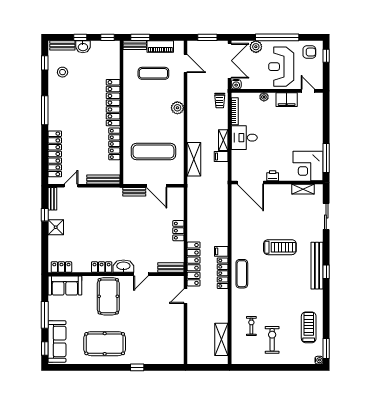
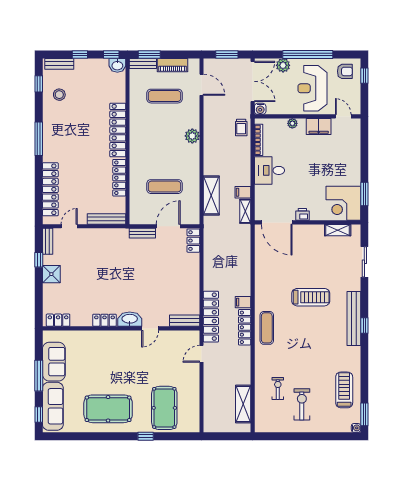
washbasin: (83, 47) -> (117, 65), moved
shelving: (223, 140) -> (245, 211), moved
exercise mat: (153, 152) -> (165, 187), width x0.73, depth x0.69
window: (326, 158) -> (364, 194), width x0.69
door: (157, 186) -> (168, 226), swing flipped
locker: (178, 231) -> (193, 241), moved
sofa: (65, 285) -> (54, 362), moved, turned -90
pool table: (108, 296) -> (164, 408), moved

